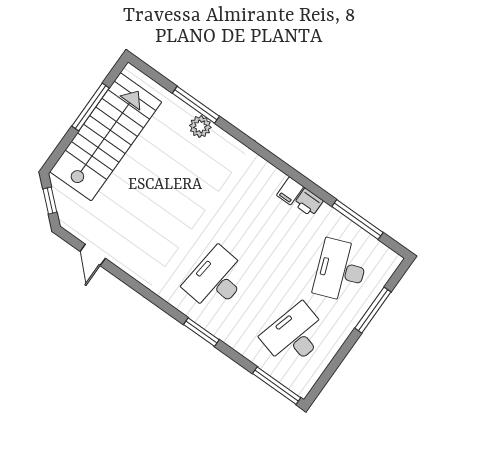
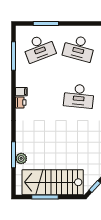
plant: (200, 127) -> (21, 158), moved
printer: (308, 202) -> (21, 102), moved

